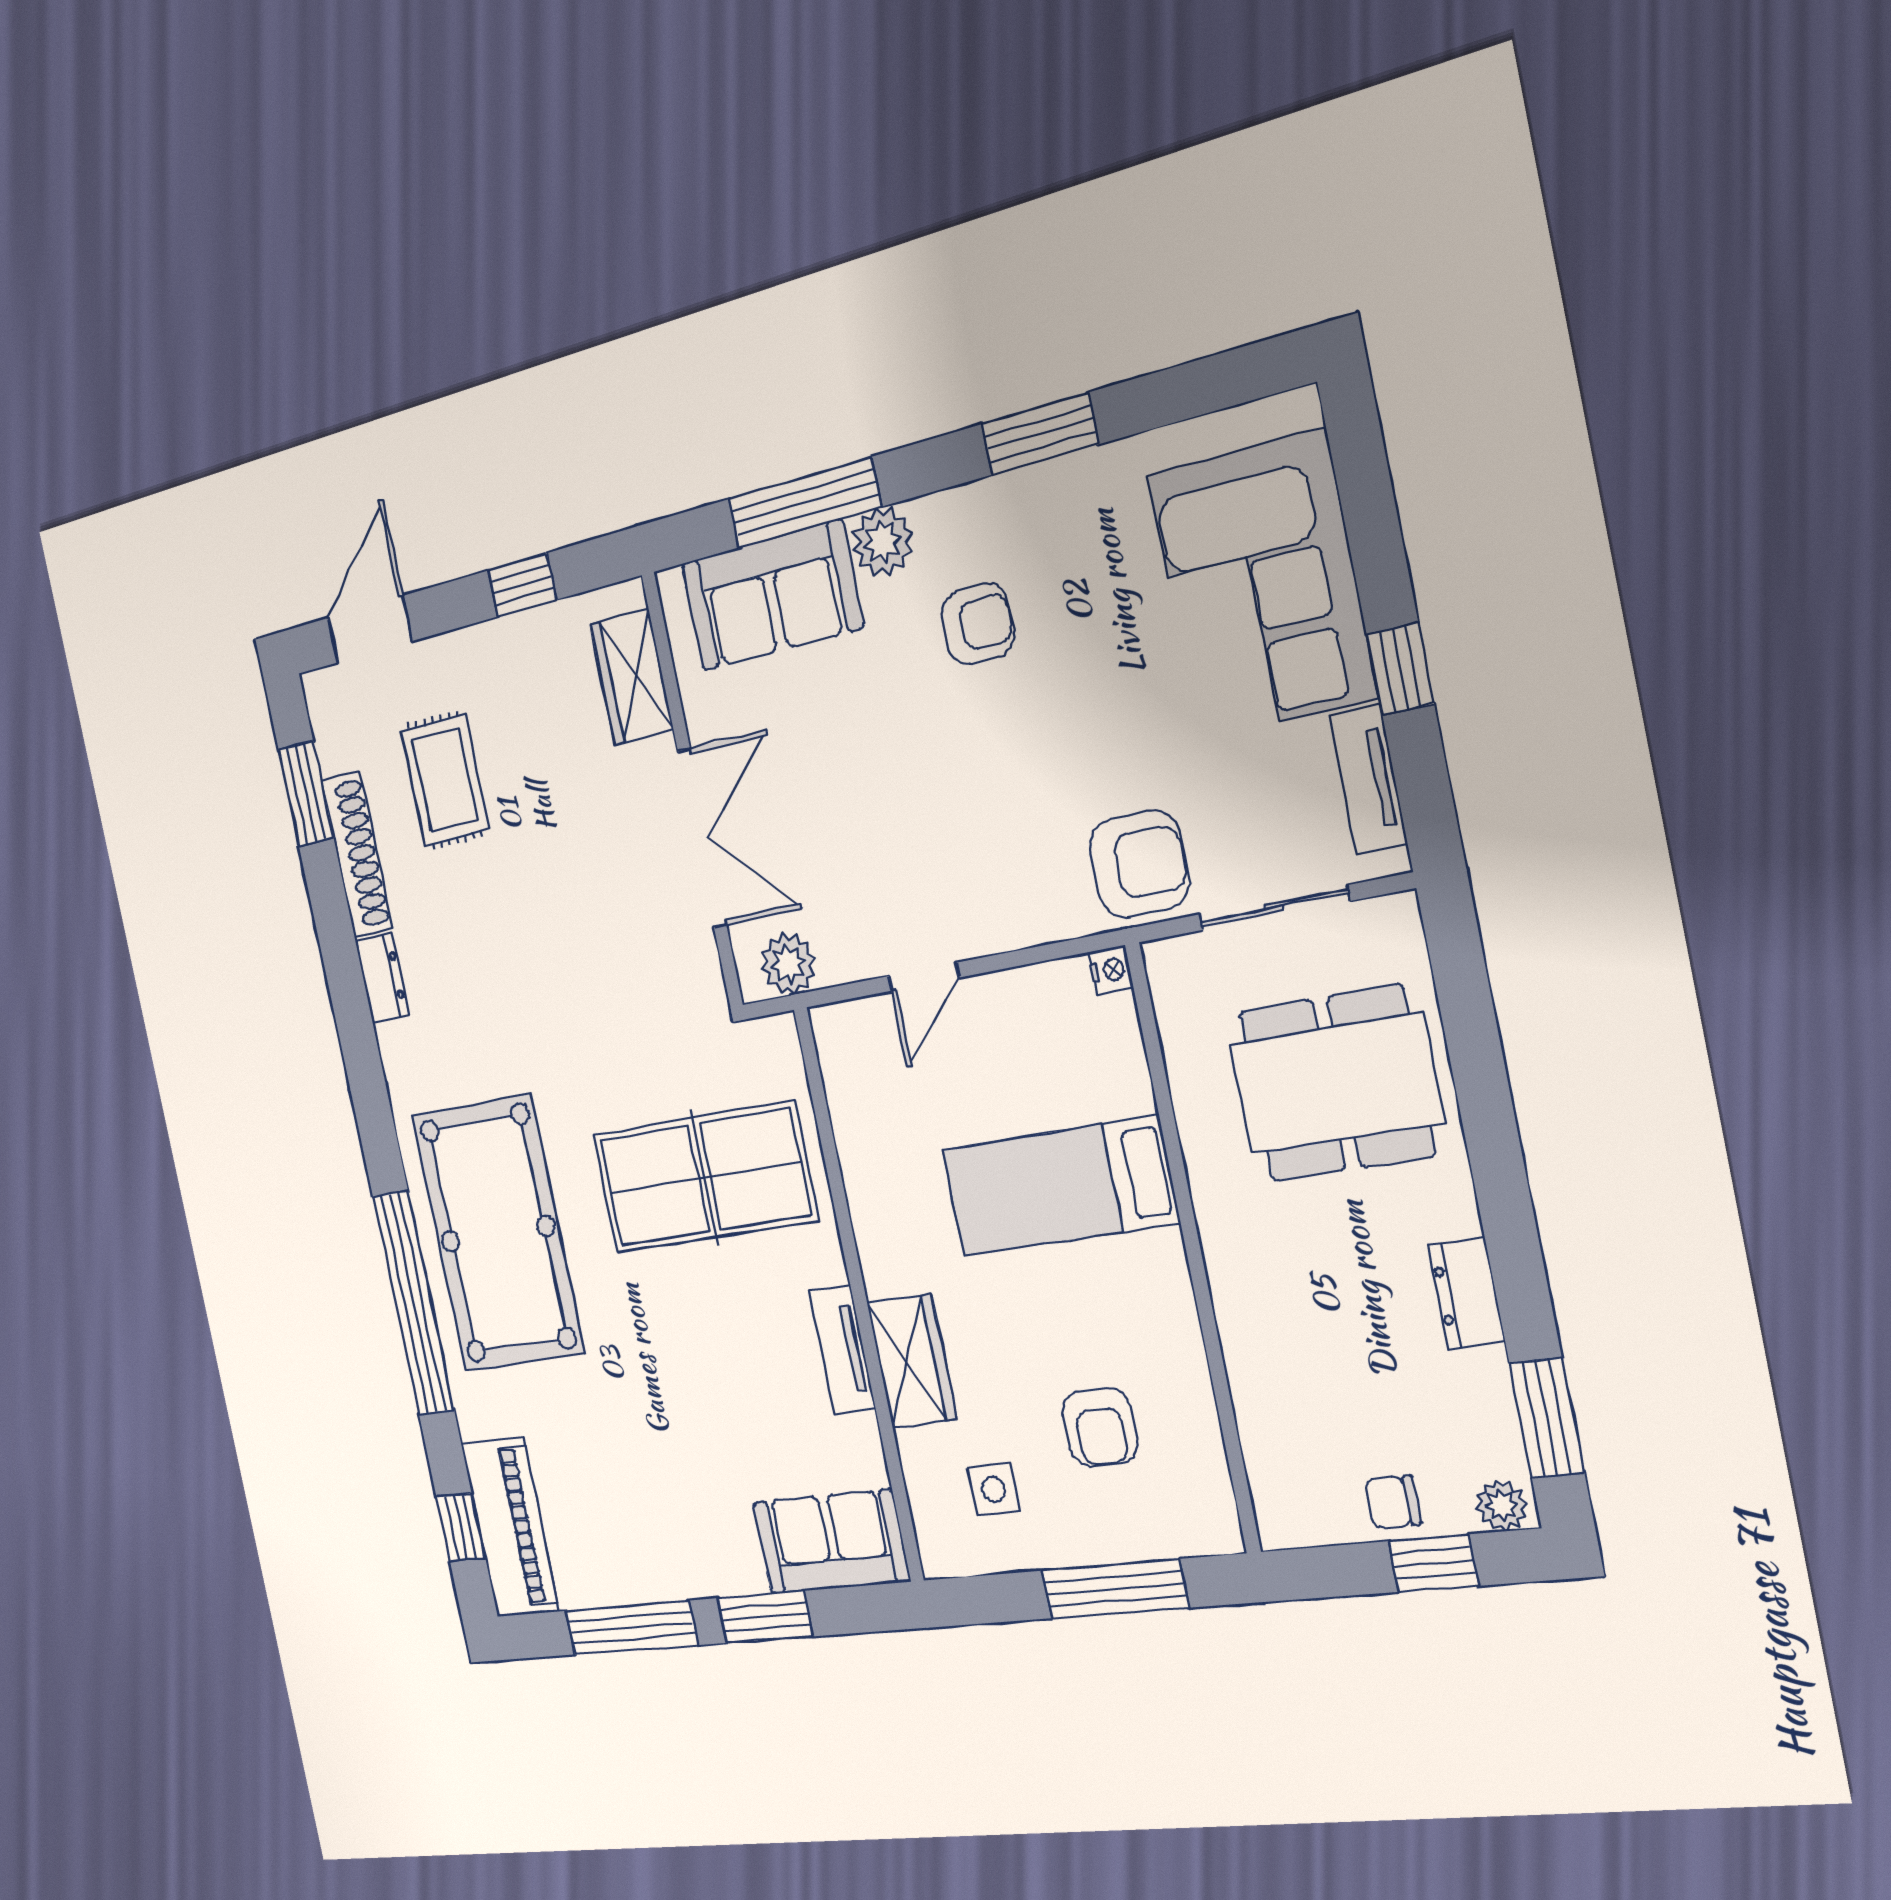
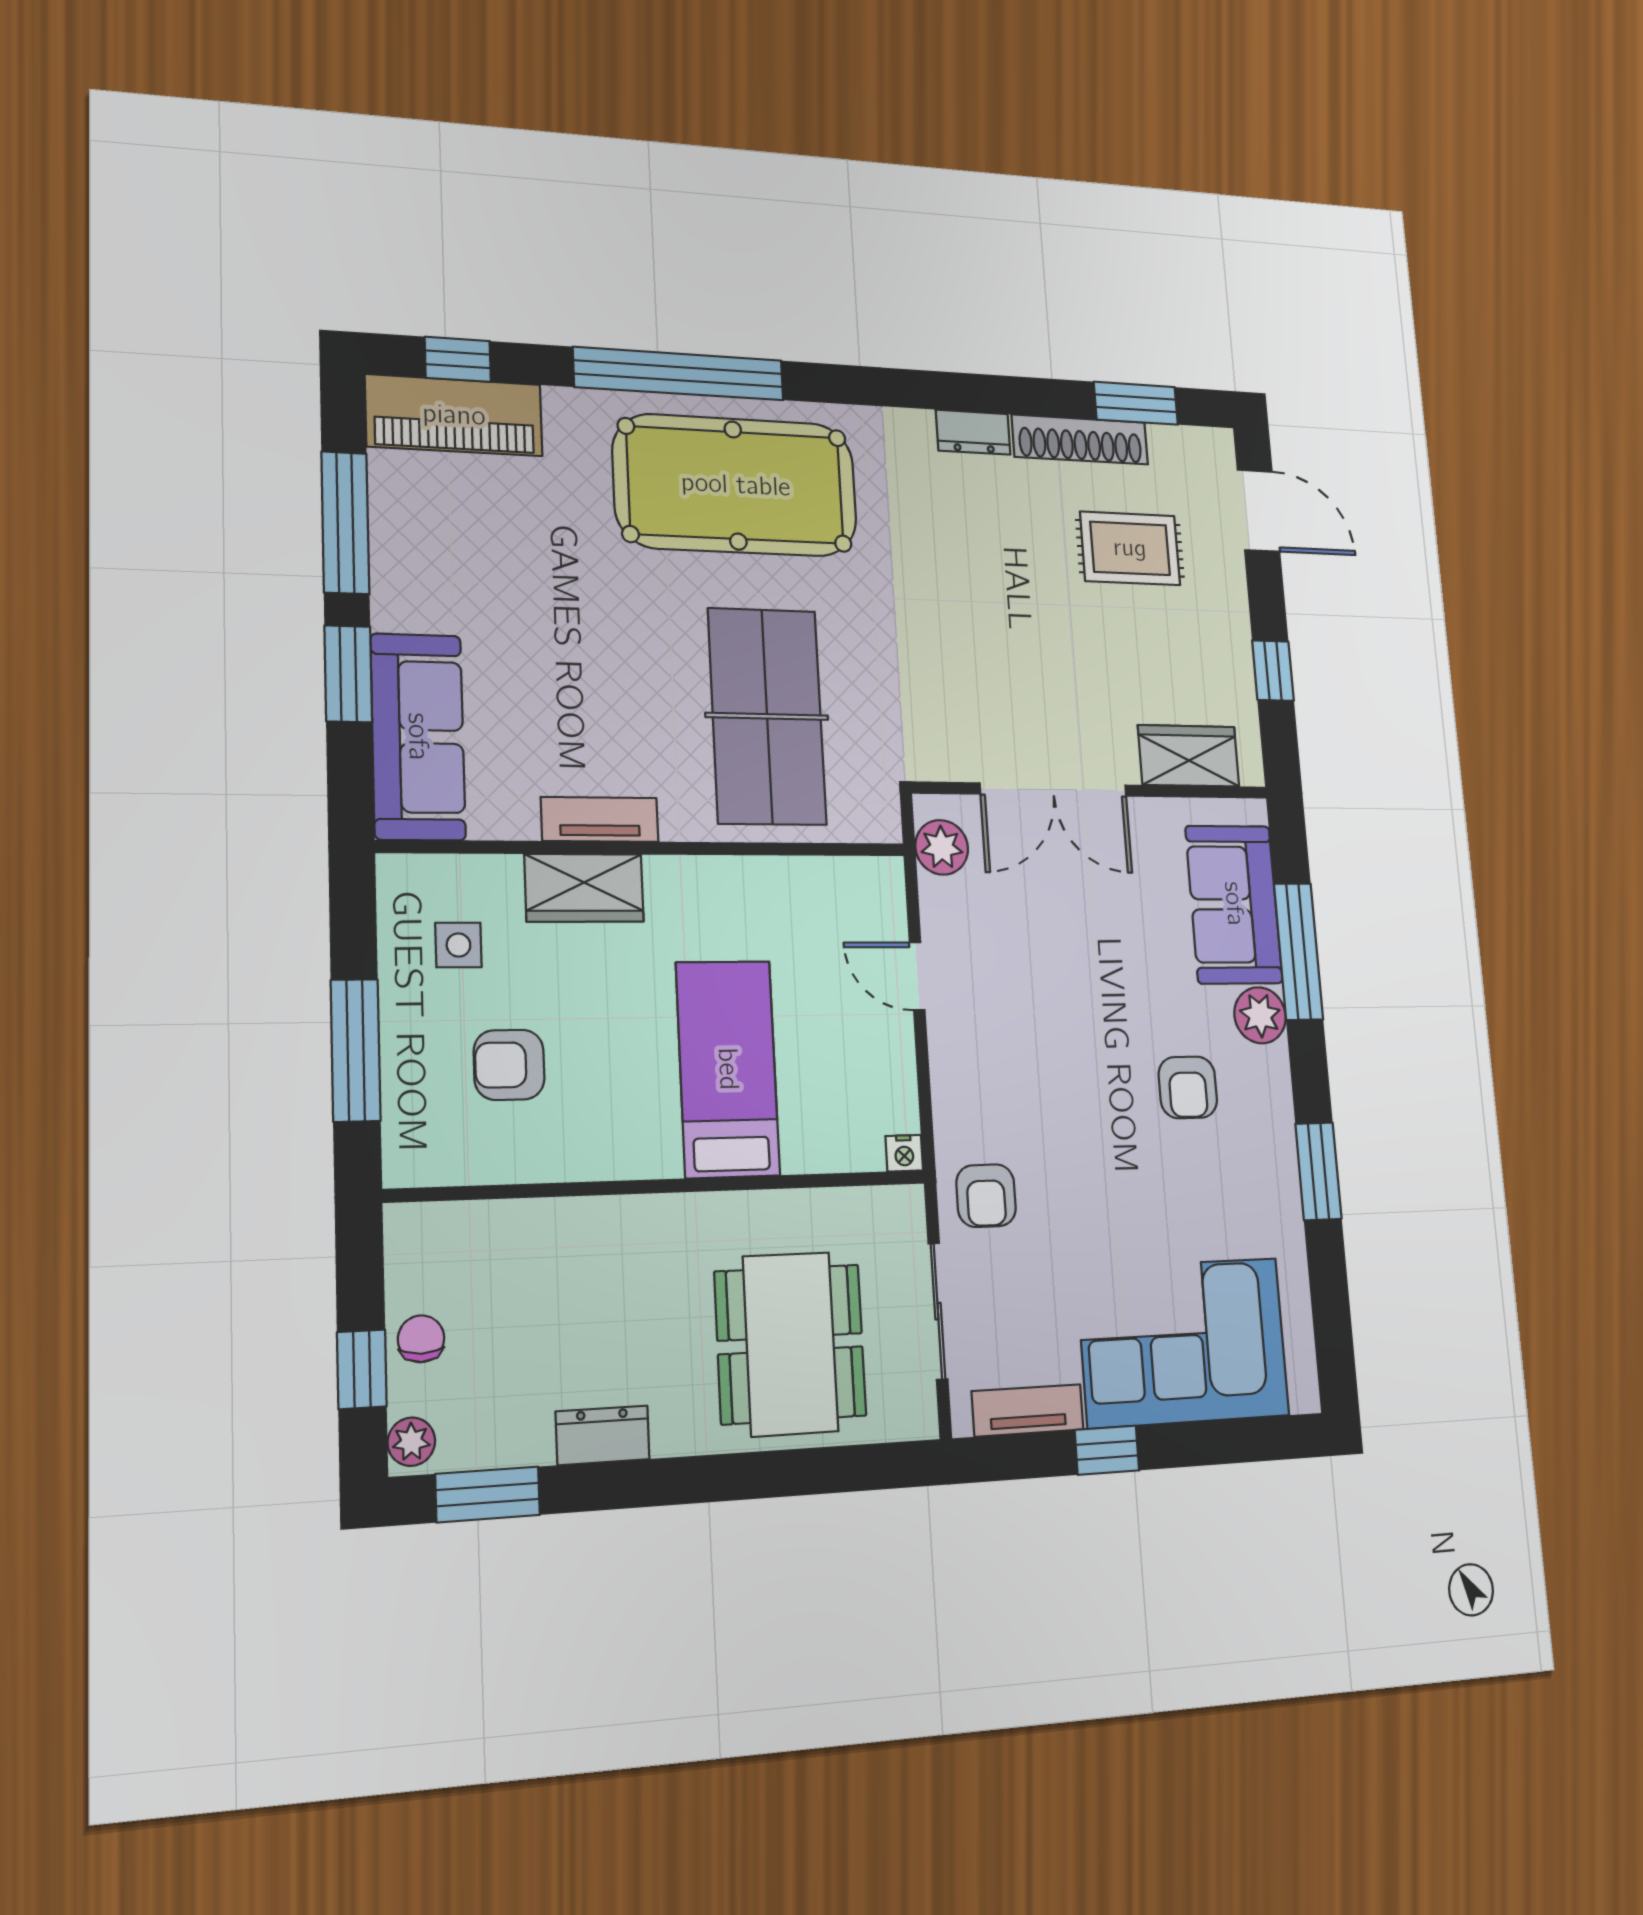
armchair: (1139, 864) -> (986, 1196), width x0.72, depth x0.72
sofa: (831, 1542) -> (418, 737), width x1.36

